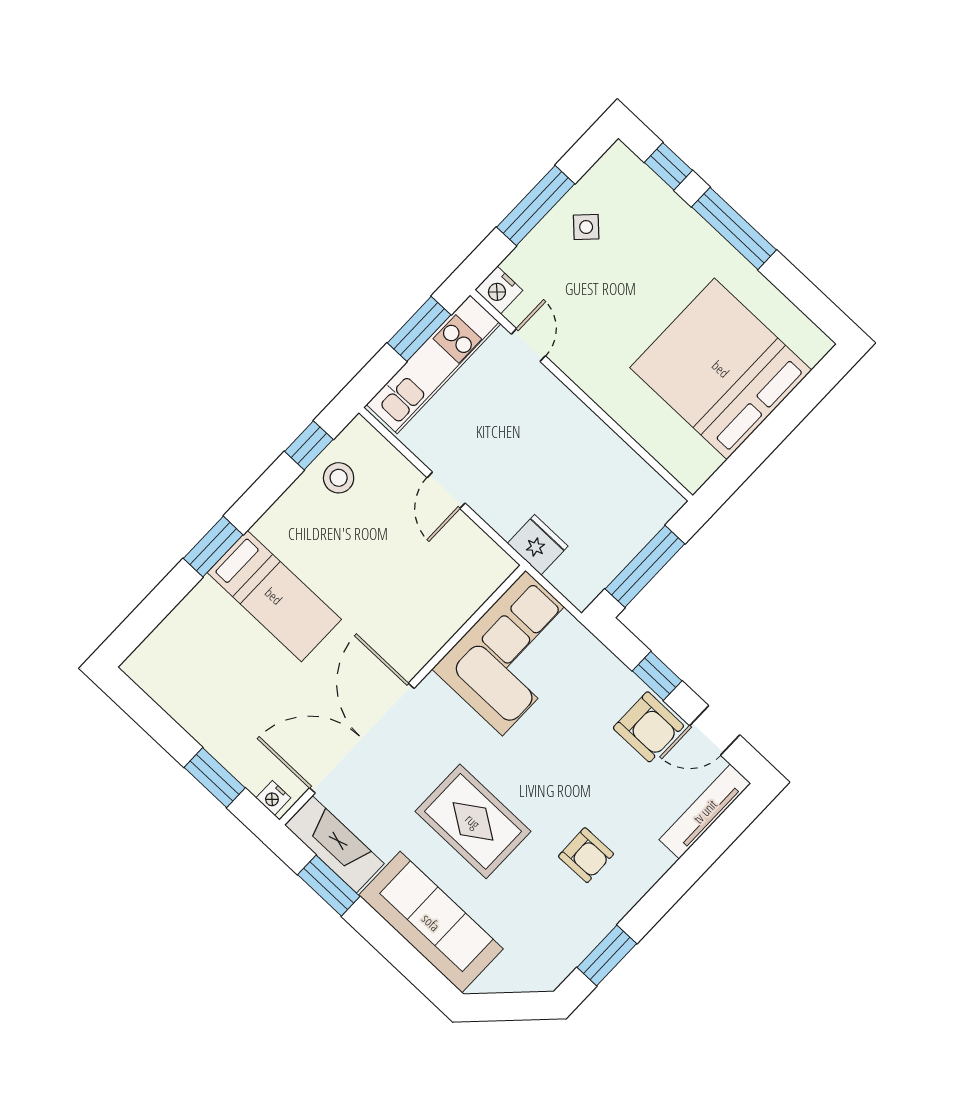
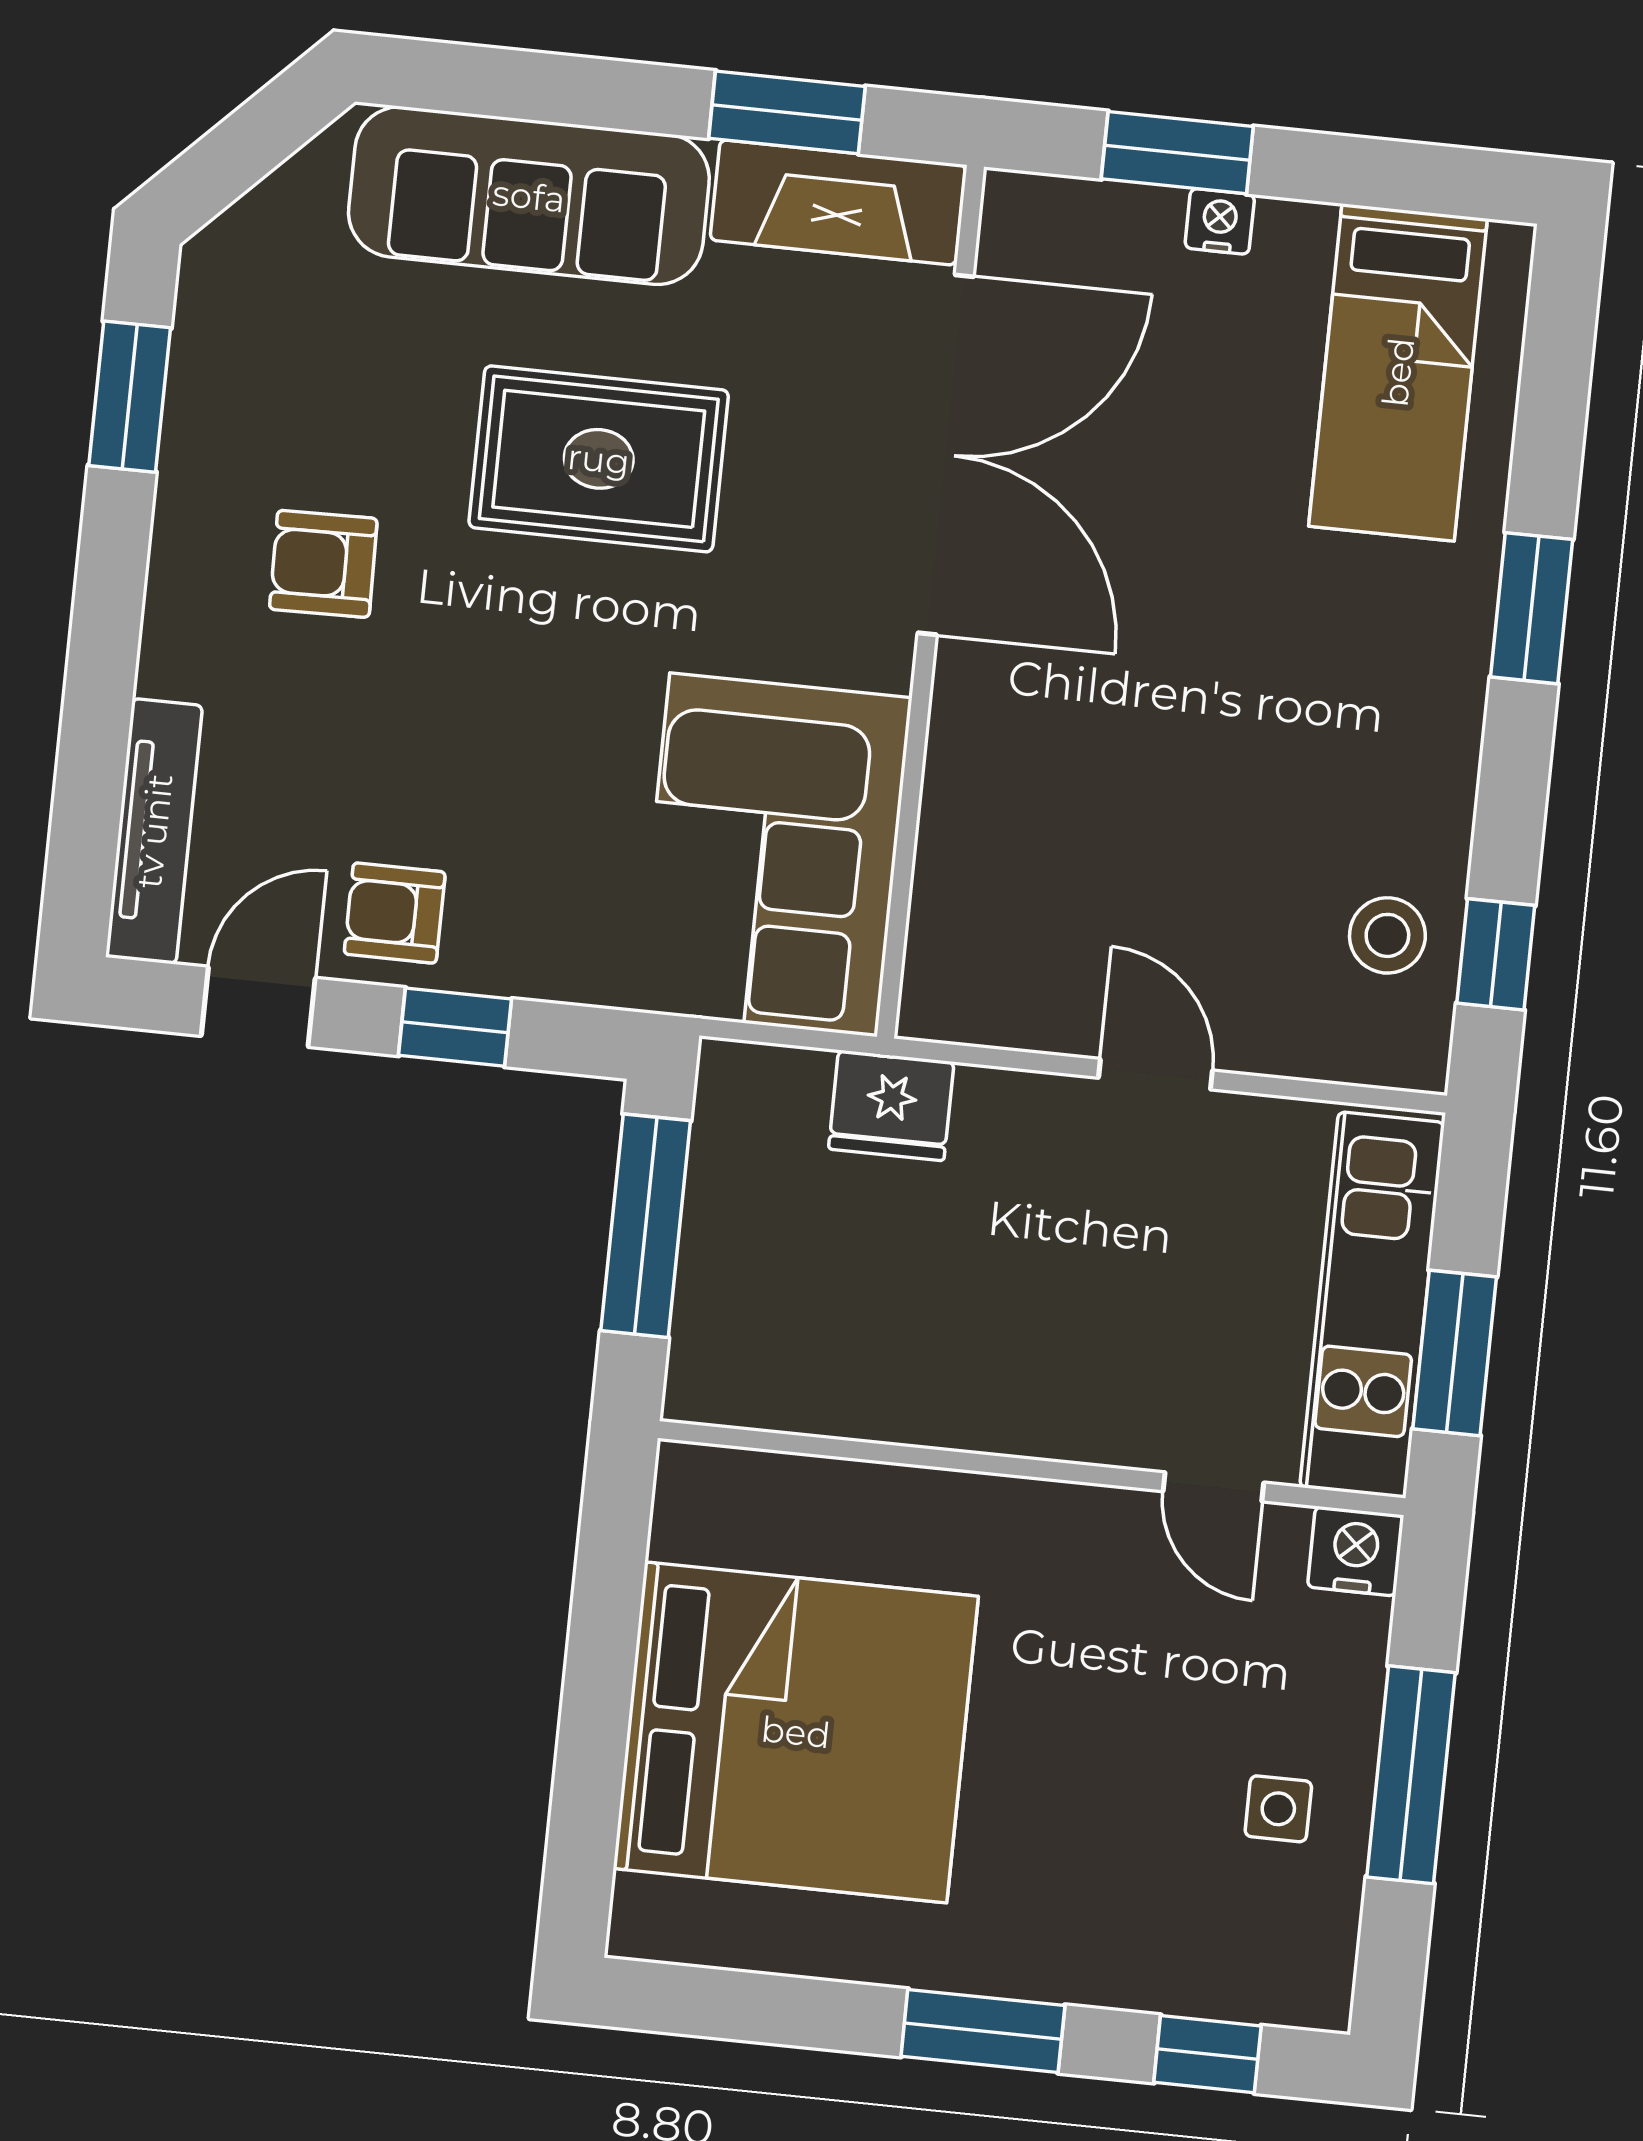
side table: (586, 227) -> (1278, 1809), turned 45
window: (734, 228) -> (983, 2031), width x0.69
bed: (274, 596) -> (1398, 372), moved, turned -90
armchair: (648, 727) -> (395, 913), width x0.72, depth x0.72
nightstand: (273, 798) -> (1220, 221), moved

